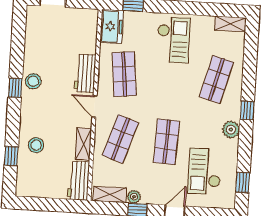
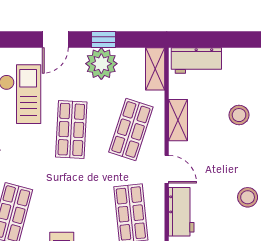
workbench: (78, 181) -> (196, 61), moved, turned 90
shelving: (110, 194) -> (155, 69), moved, turned 90
plant: (134, 197) -> (101, 64), width x1.88, depth x1.88

